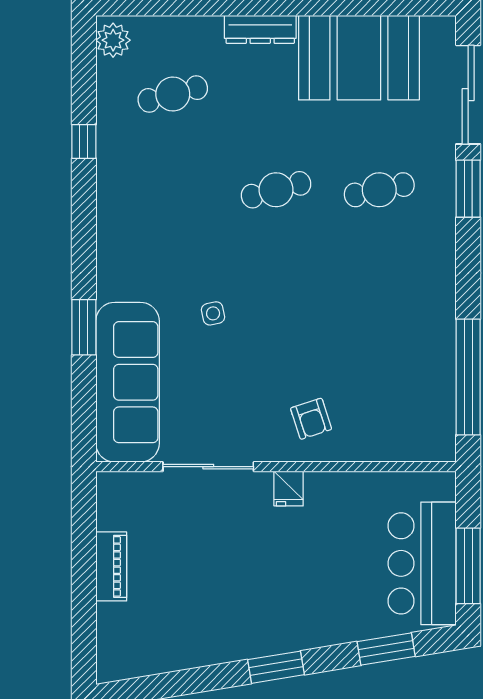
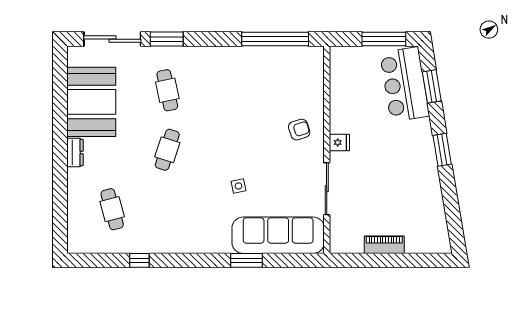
dresser: (260, 29) -> (75, 153), width x0.70
plant: (113, 40) -> (81, 244), removed
cafe table: (276, 190) -> (167, 150), turned 33
bar counter: (422, 563) -> (405, 84), moved, turned 81

